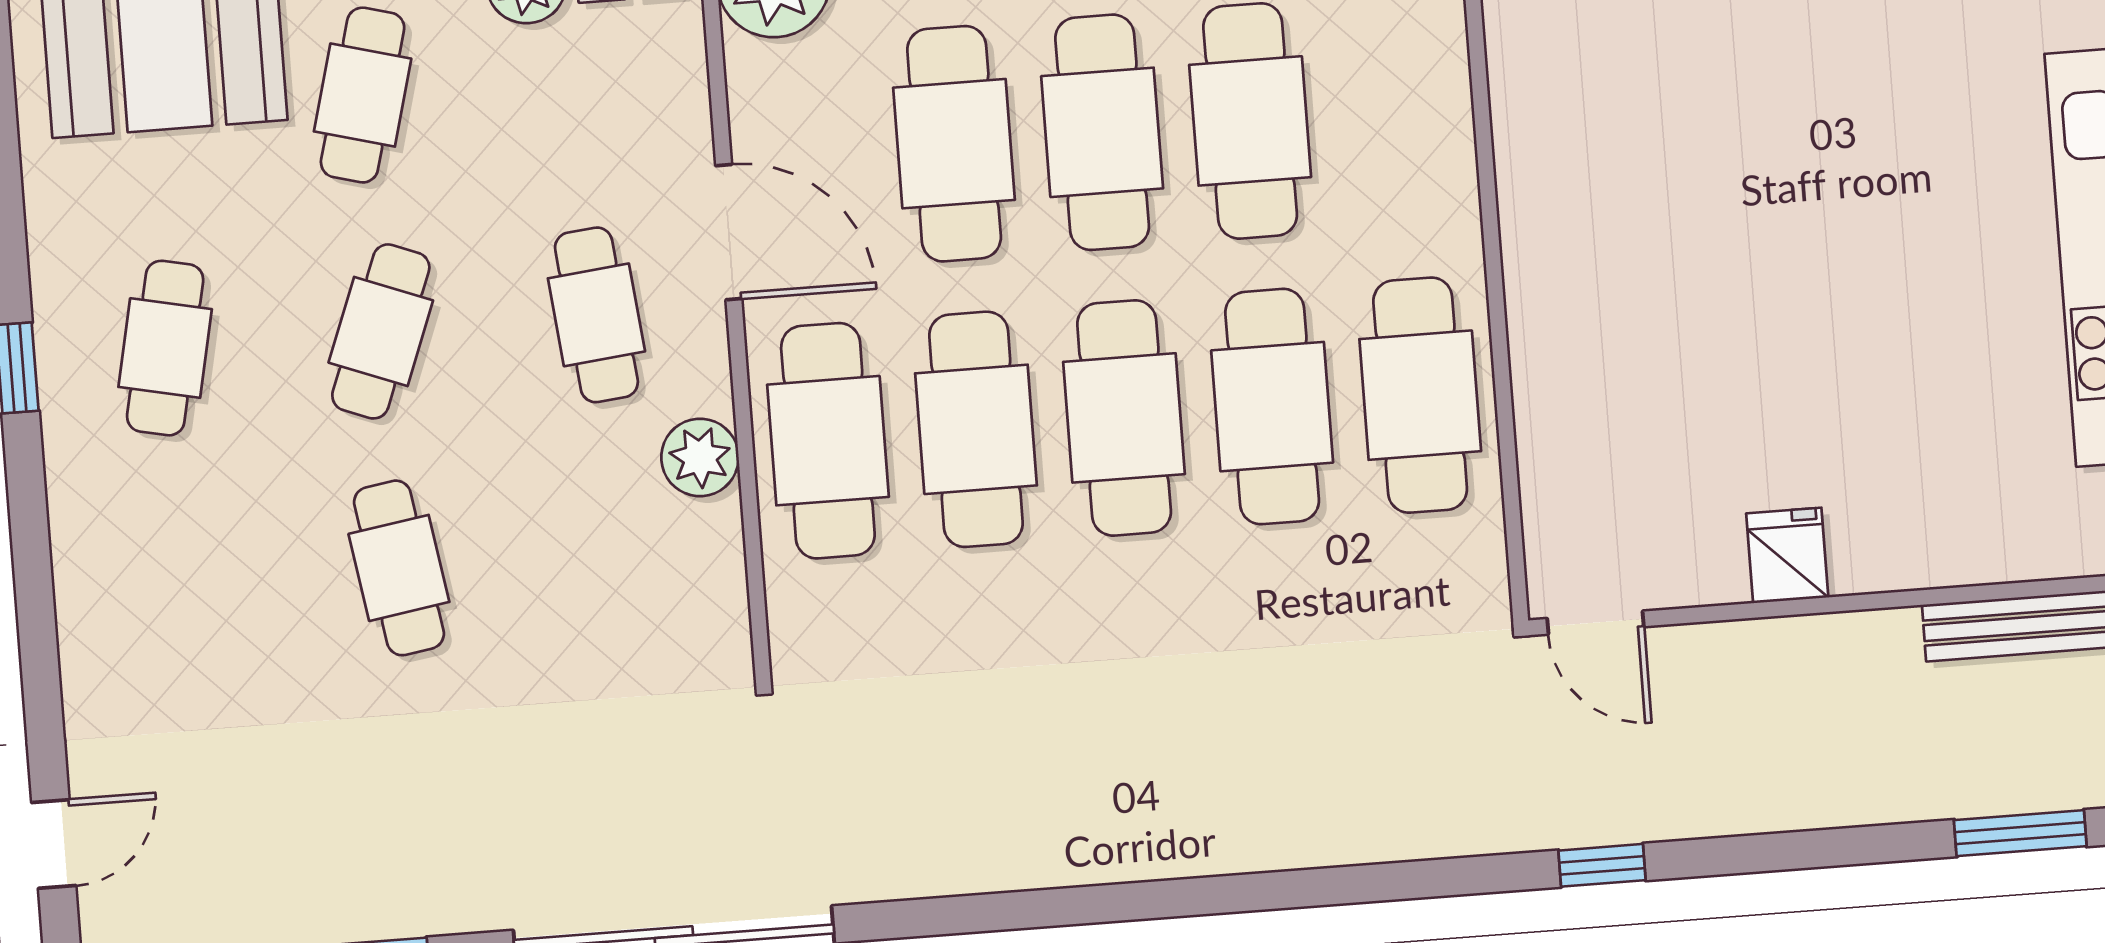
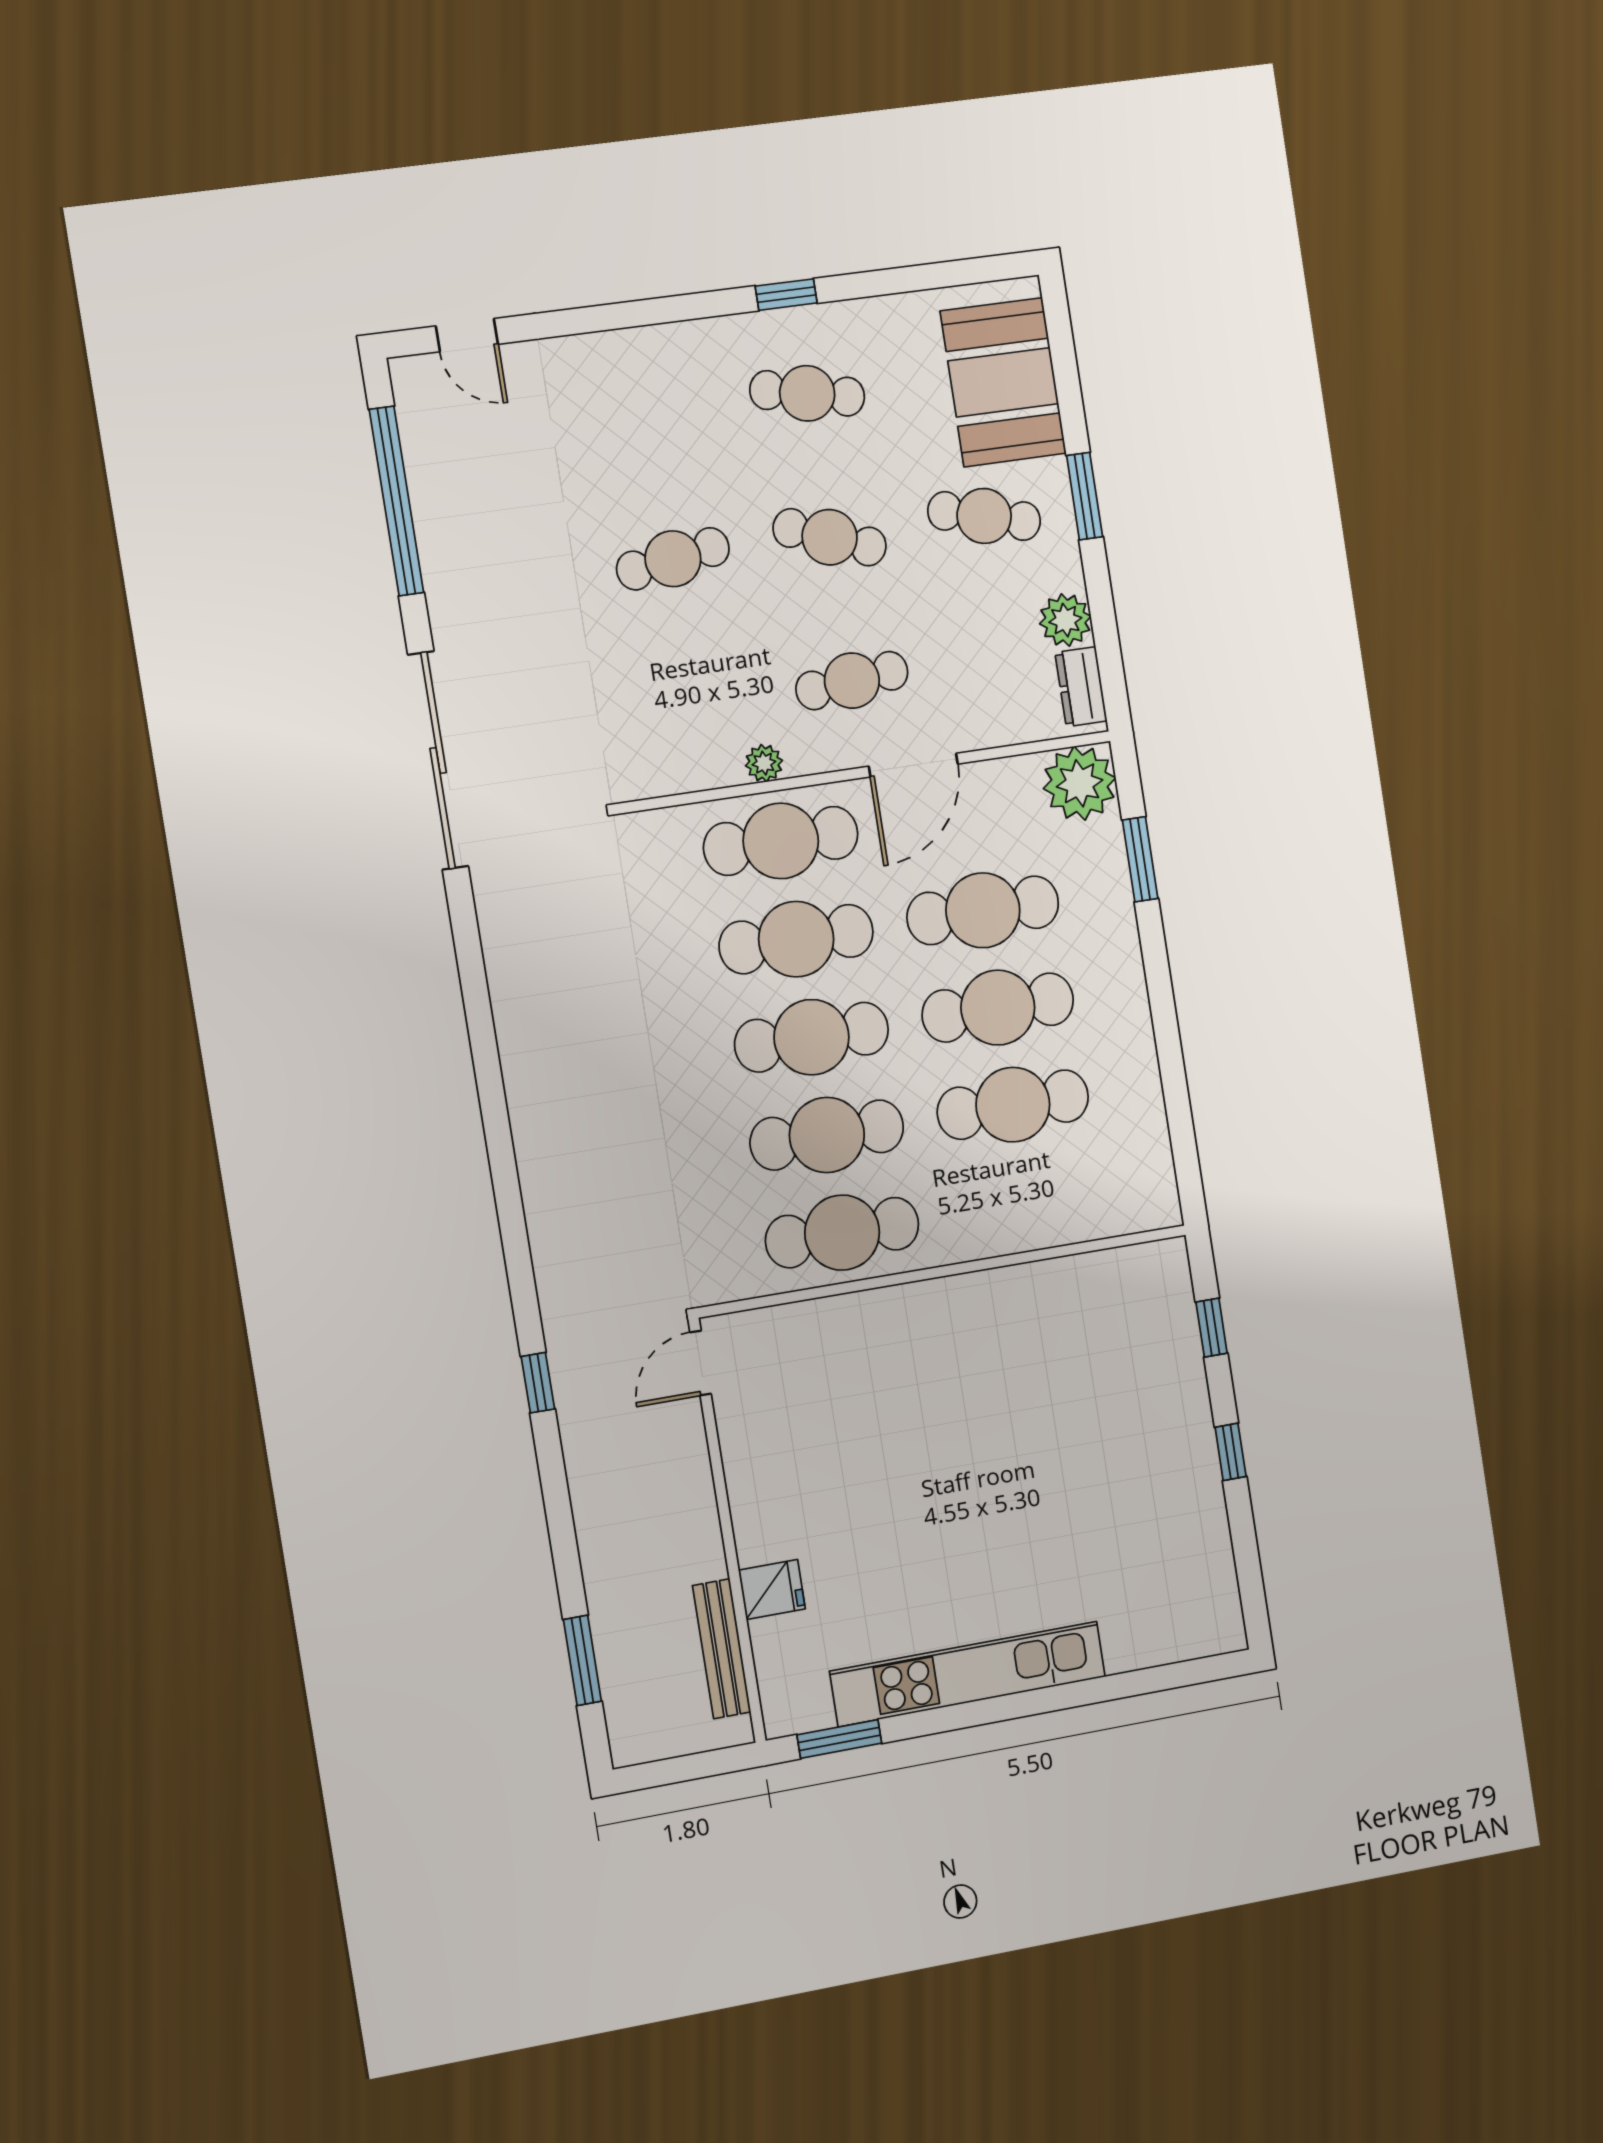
plant: (700, 457) -> (764, 763), width x0.73, depth x0.73
fridge: (1787, 555) -> (772, 1589), moved

